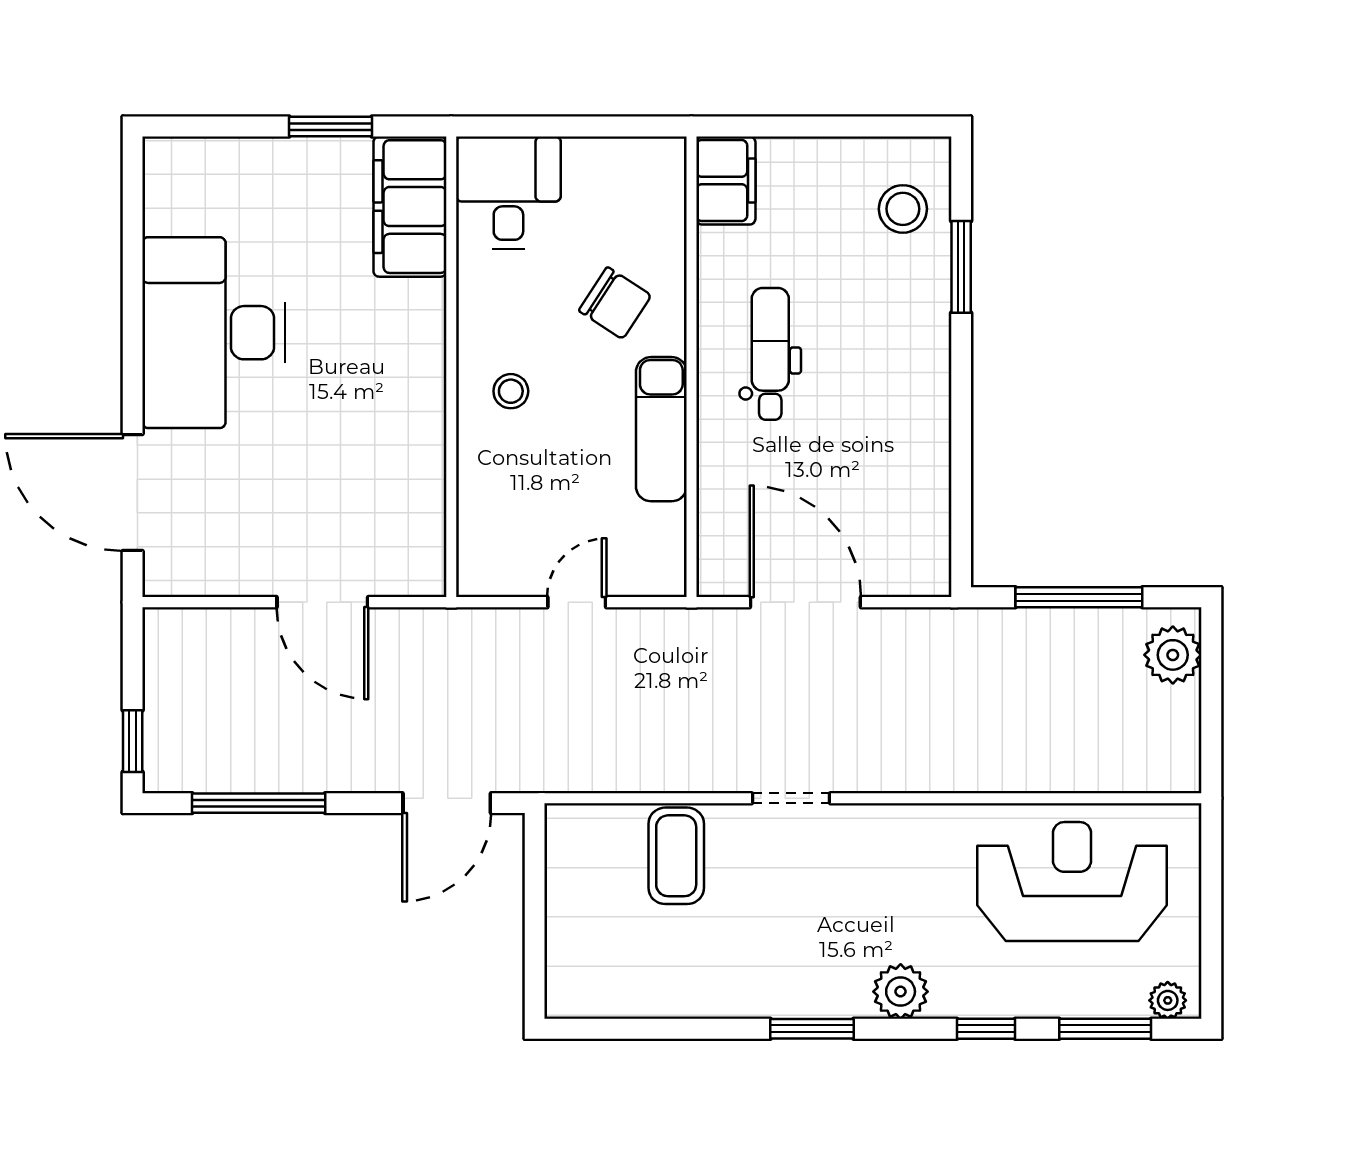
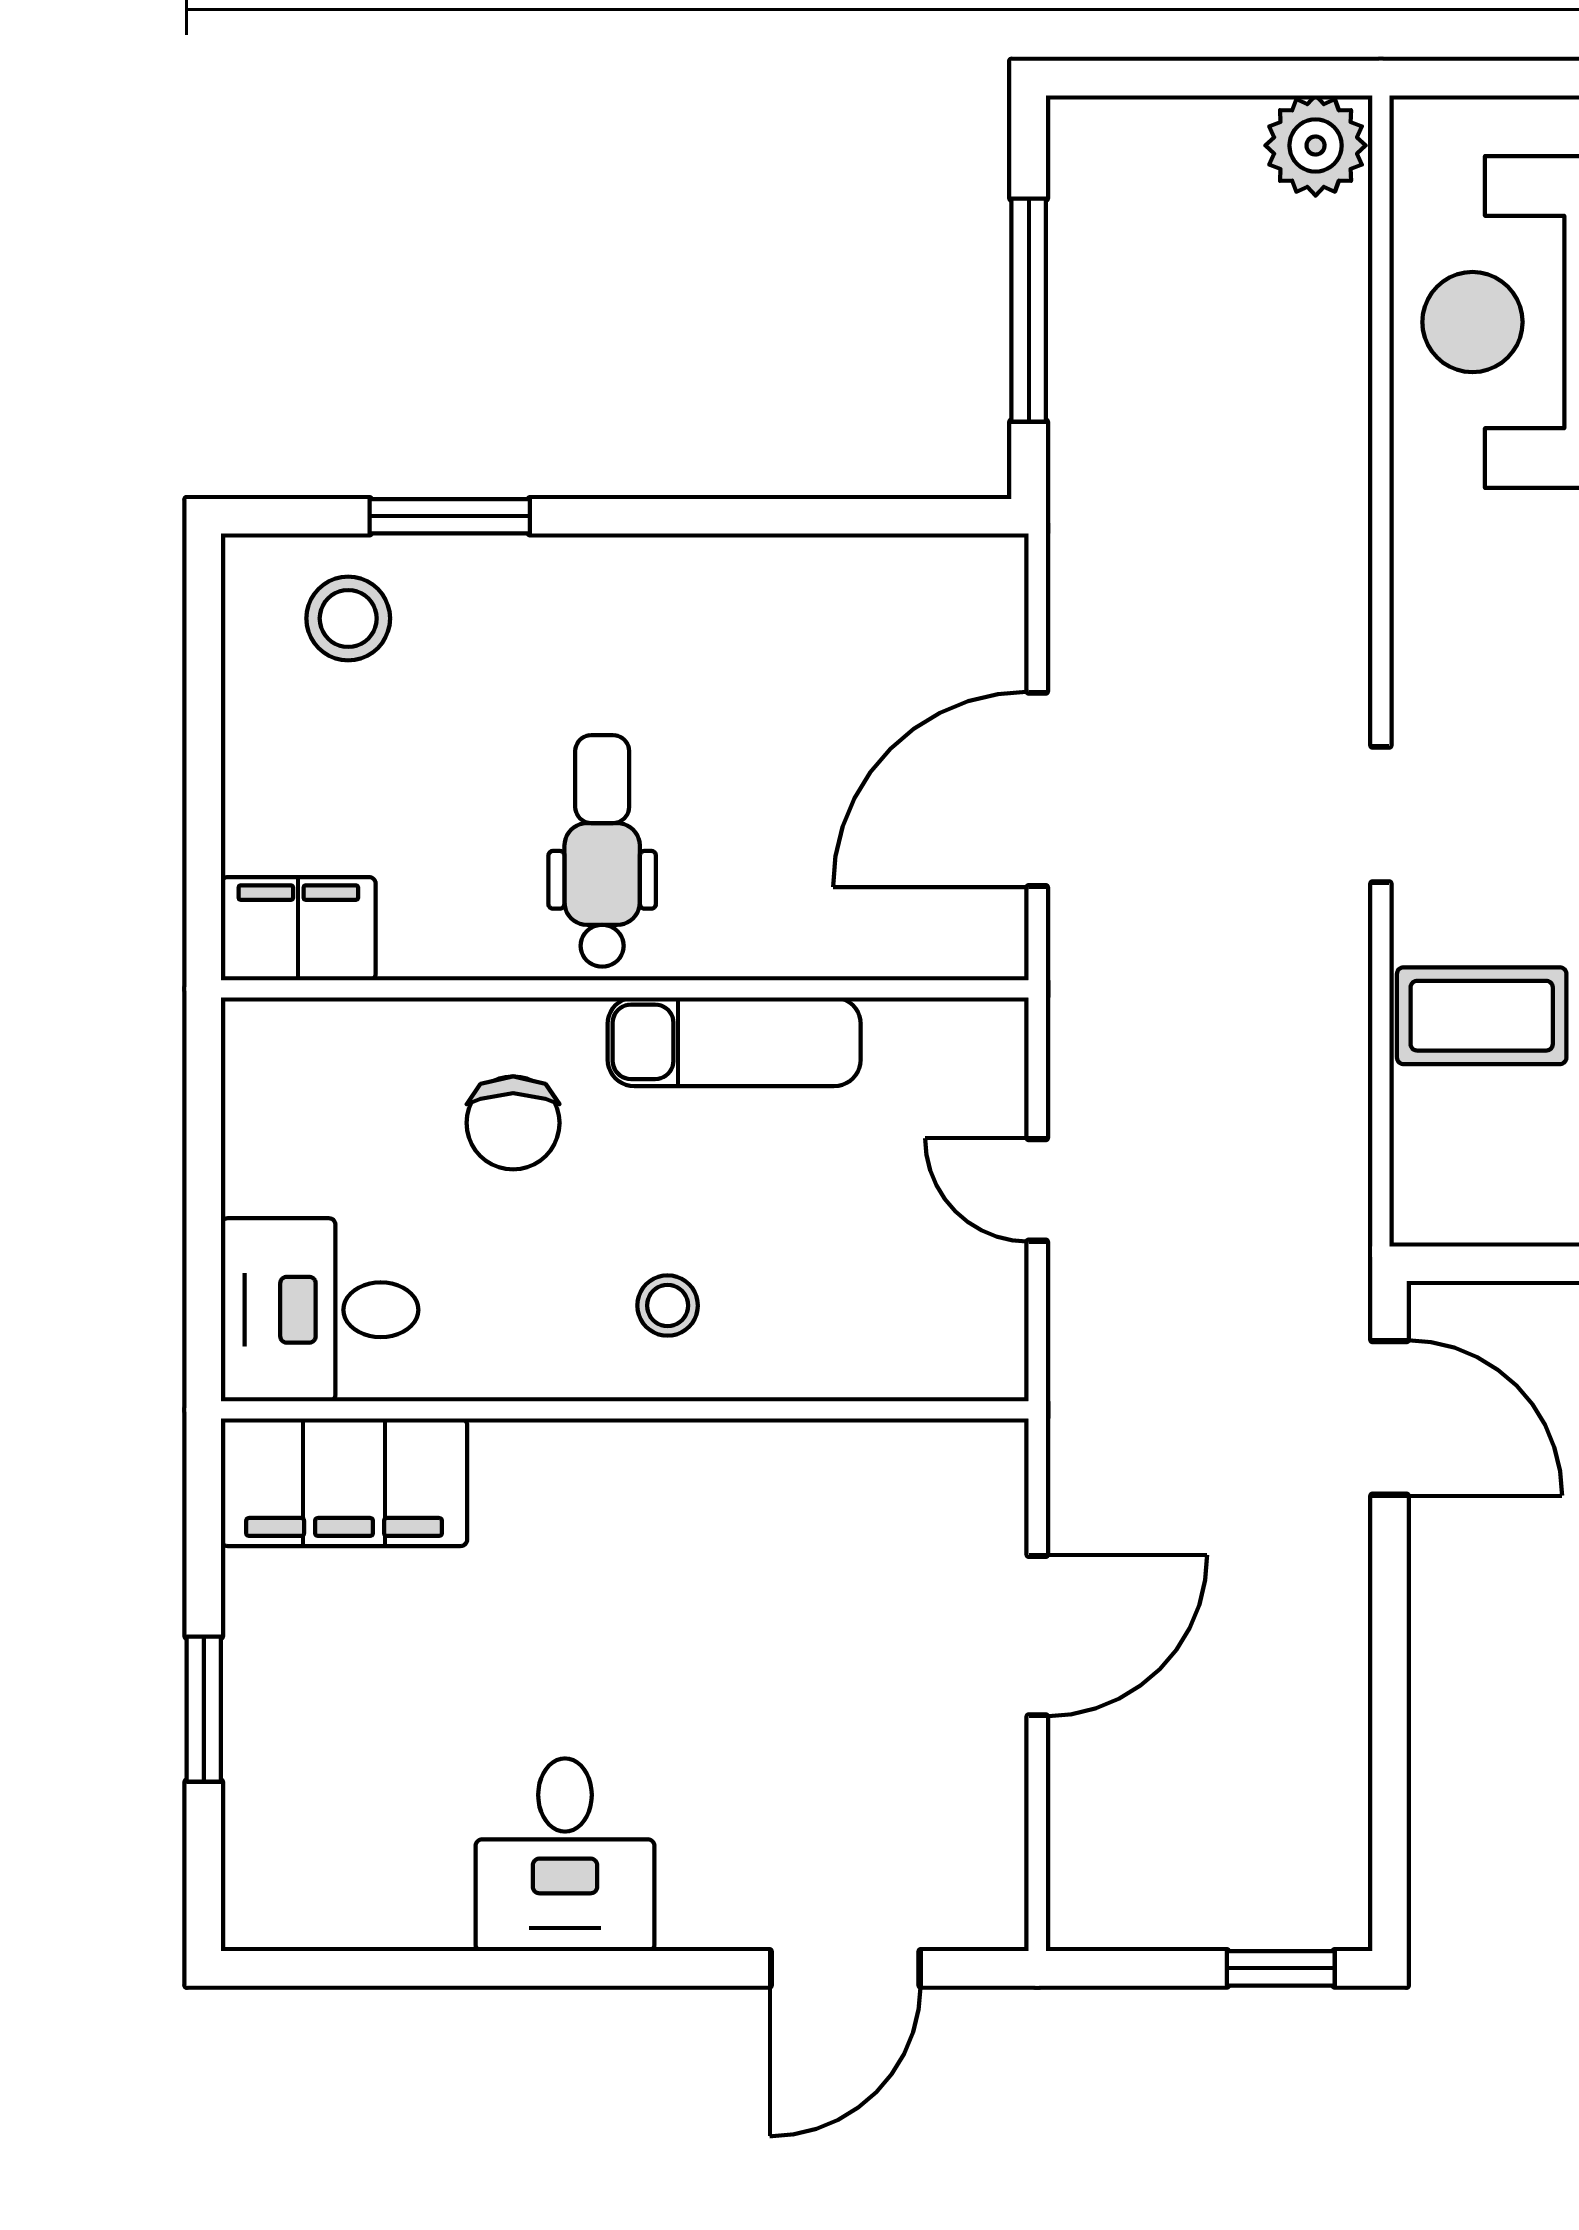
window: (331, 127) -> (204, 1709), moved
chair: (615, 303) -> (513, 1123), turned 147
desk: (214, 333) -> (565, 1855), width x0.53, depth x0.77
dental chair: (770, 354) -> (602, 851), turned 90
door: (133, 493) -> (845, 1968), width x0.73
plant: (1173, 655) -> (1316, 145), moved
window: (259, 803) -> (1389, 1747), removed

